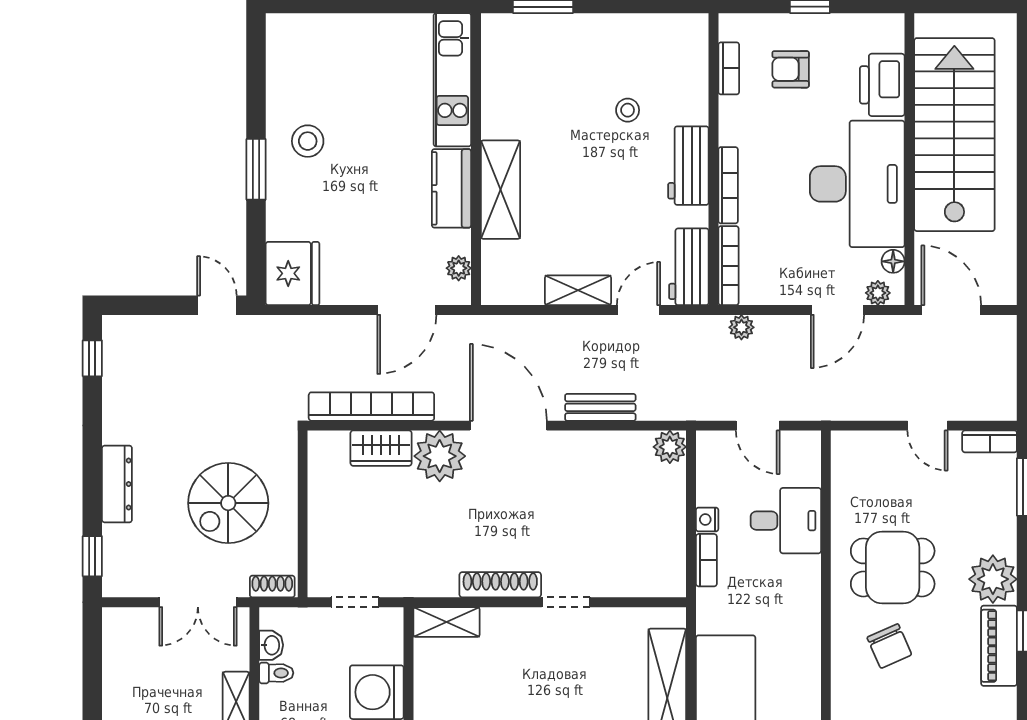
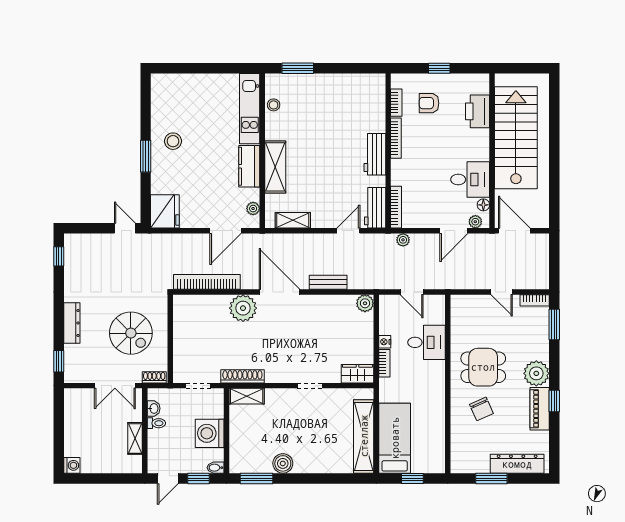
stool: (628, 110) -> (274, 105), moved
desk: (857, 184) -> (470, 180), width x0.53, depth x0.77
bookcase: (728, 185) -> (396, 138), moved
shelving: (578, 290) -> (293, 220), moved
wardrobe: (381, 448) -> (358, 374), moved, turned 180
spiral stairs: (228, 503) -> (131, 333), turned -90
shoe rack: (500, 585) -> (242, 376), moved

